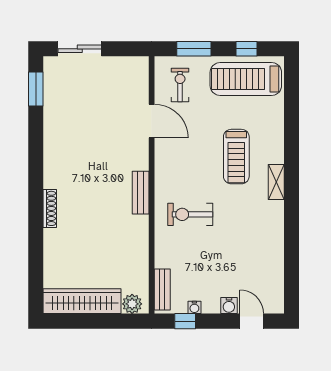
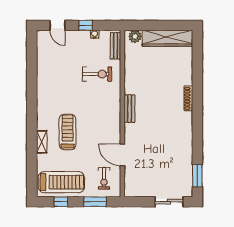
shelving: (276, 182) -> (42, 142), moved
exercise bike: (190, 214) -> (97, 74), moved
water cooler: (229, 306) -> (72, 35), removed
window: (185, 321) -> (86, 25), moved

